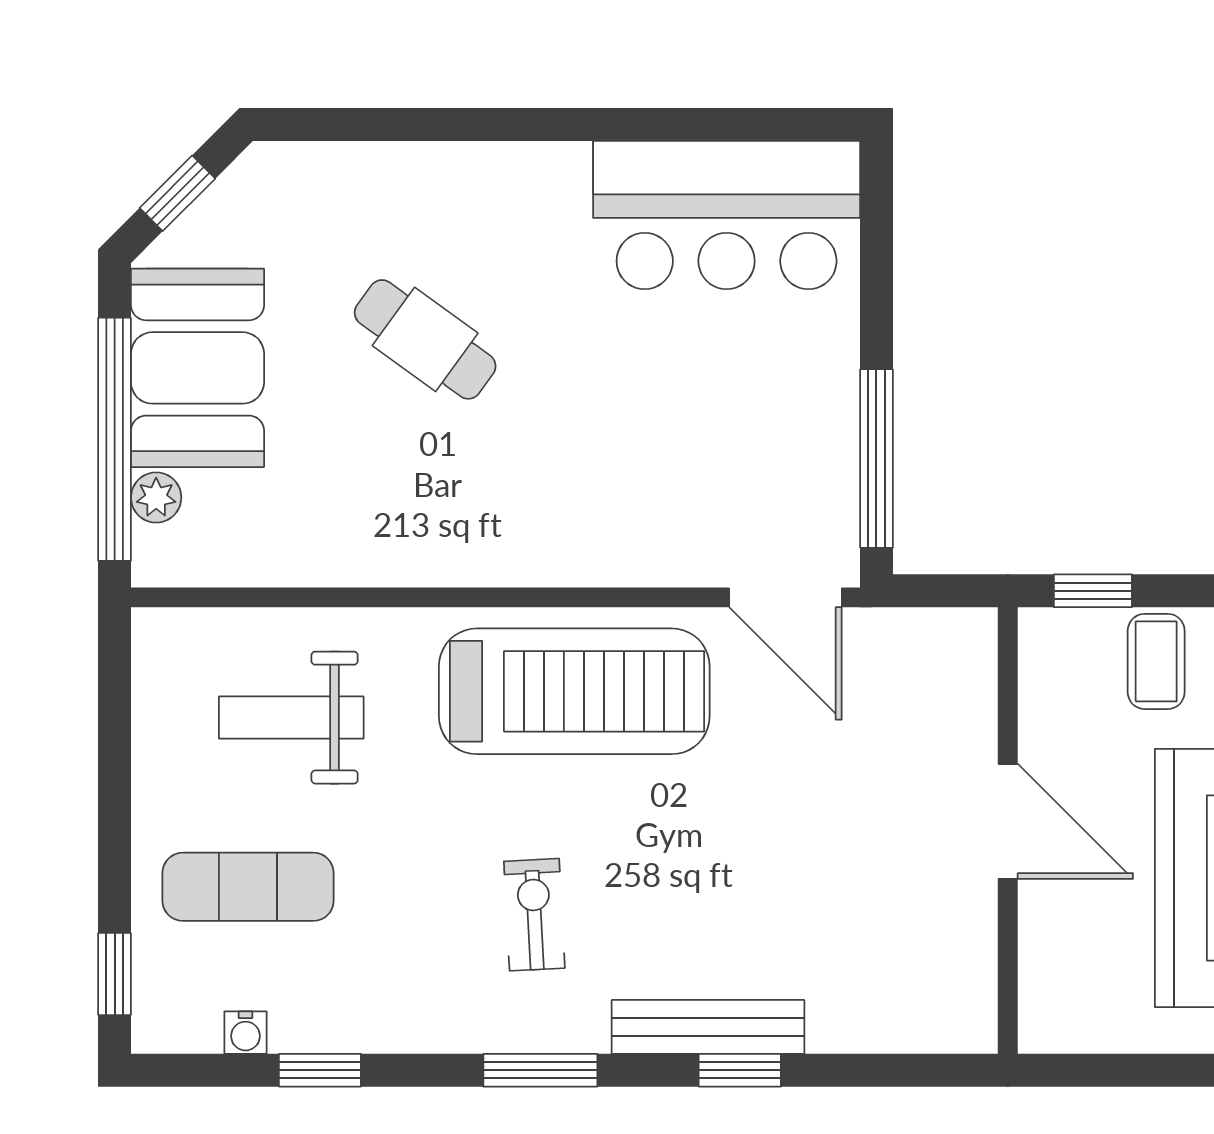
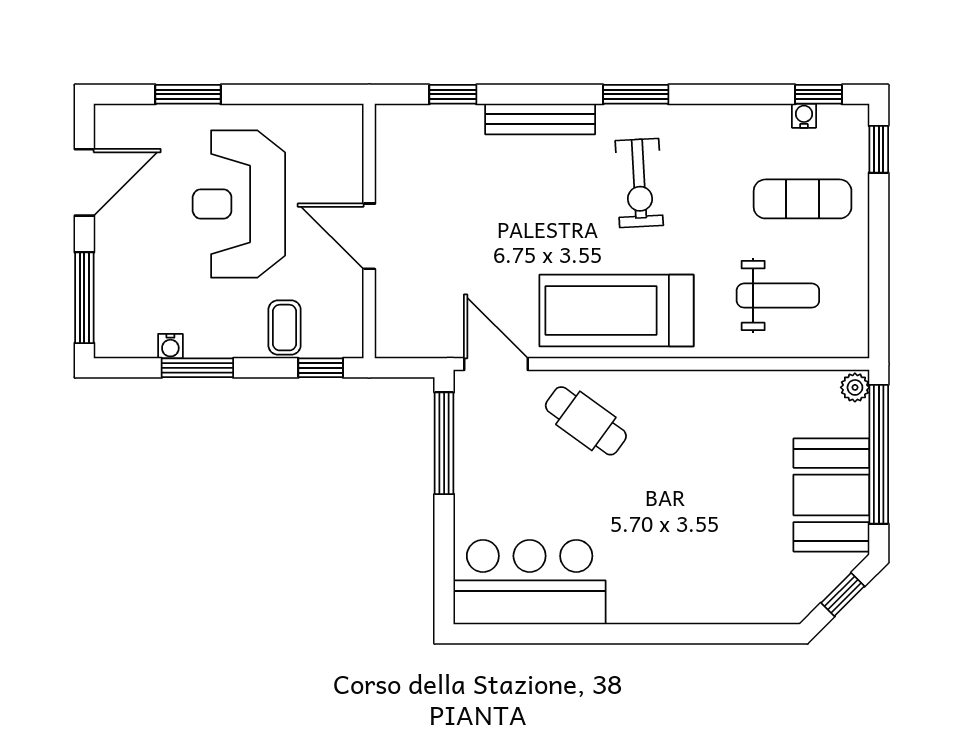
cafe table: (425, 339) -> (586, 421), moved
plant: (156, 497) -> (855, 387), moved
exercise bike: (534, 915) -> (639, 183), width x1.38, depth x1.39
window: (320, 1070) -> (819, 94), moved
window: (740, 1070) -> (453, 94), moved

